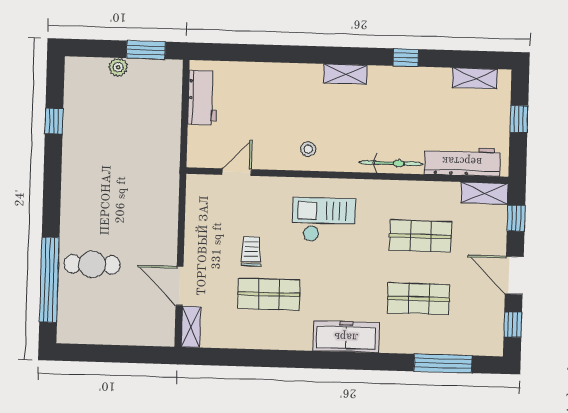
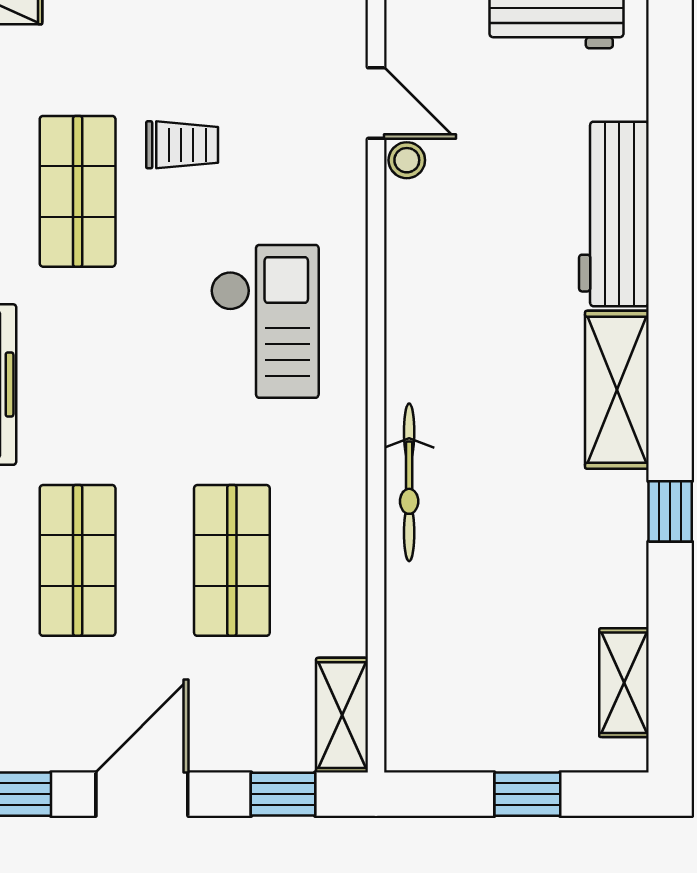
shelving: (345, 74) -> (617, 390), width x1.50, depth x1.33
stool: (308, 149) -> (407, 160), moved
workbench: (462, 161) -> (614, 214), moved, turned 180

